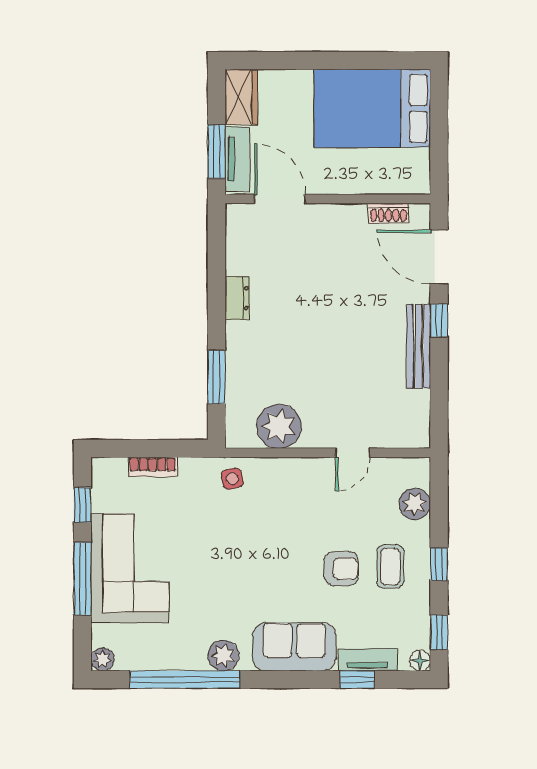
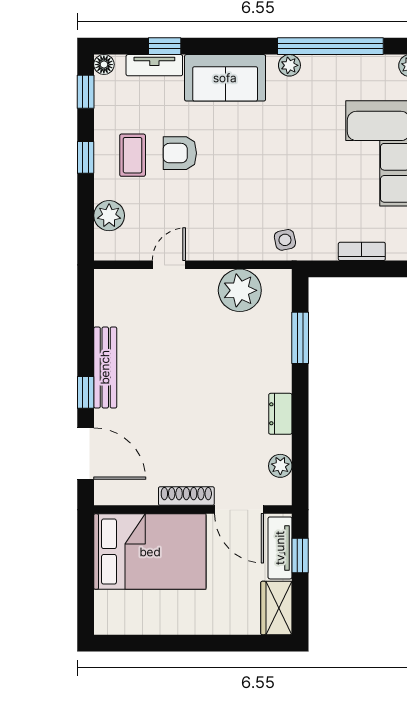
bed: (372, 108) -> (150, 552), moved
window: (216, 151) -> (300, 555), width x0.67
shoe rack: (388, 213) -> (186, 496), moved, width x1.43
plant: (237, 244) -> (280, 466), added
plant: (223, 655) -> (289, 65), width x0.73, depth x0.73

